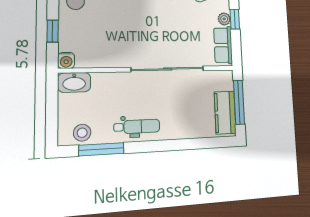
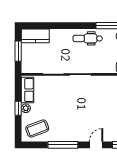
window: (239, 102) -> (18, 51), width x0.69
kitchen counter: (225, 113) -> (35, 36), moved, turned 90

